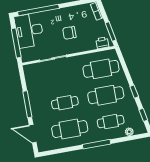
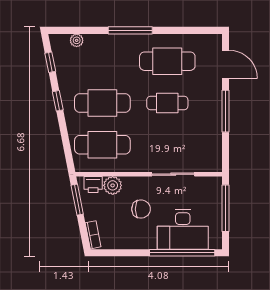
desk: (29, 30) -> (183, 229), moved, turned 90
plant: (90, 44) -> (113, 185), added
cafe table: (111, 122) -> (102, 61), removed

